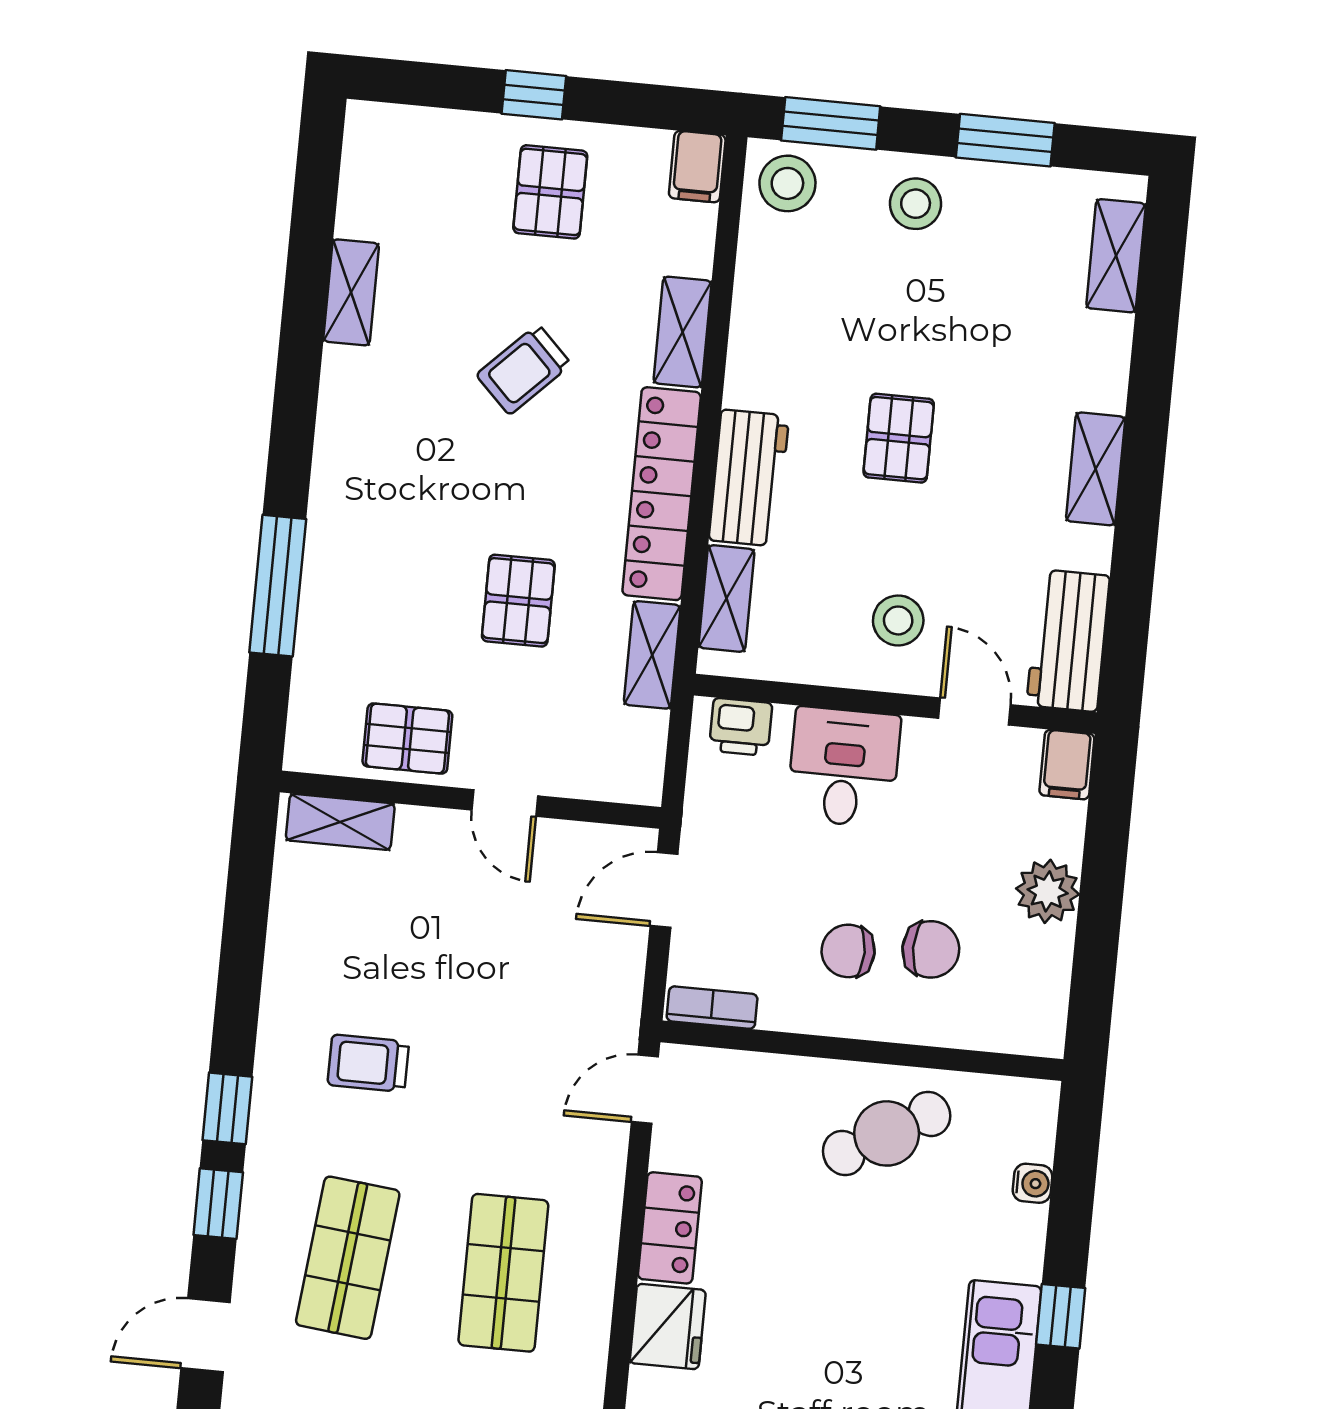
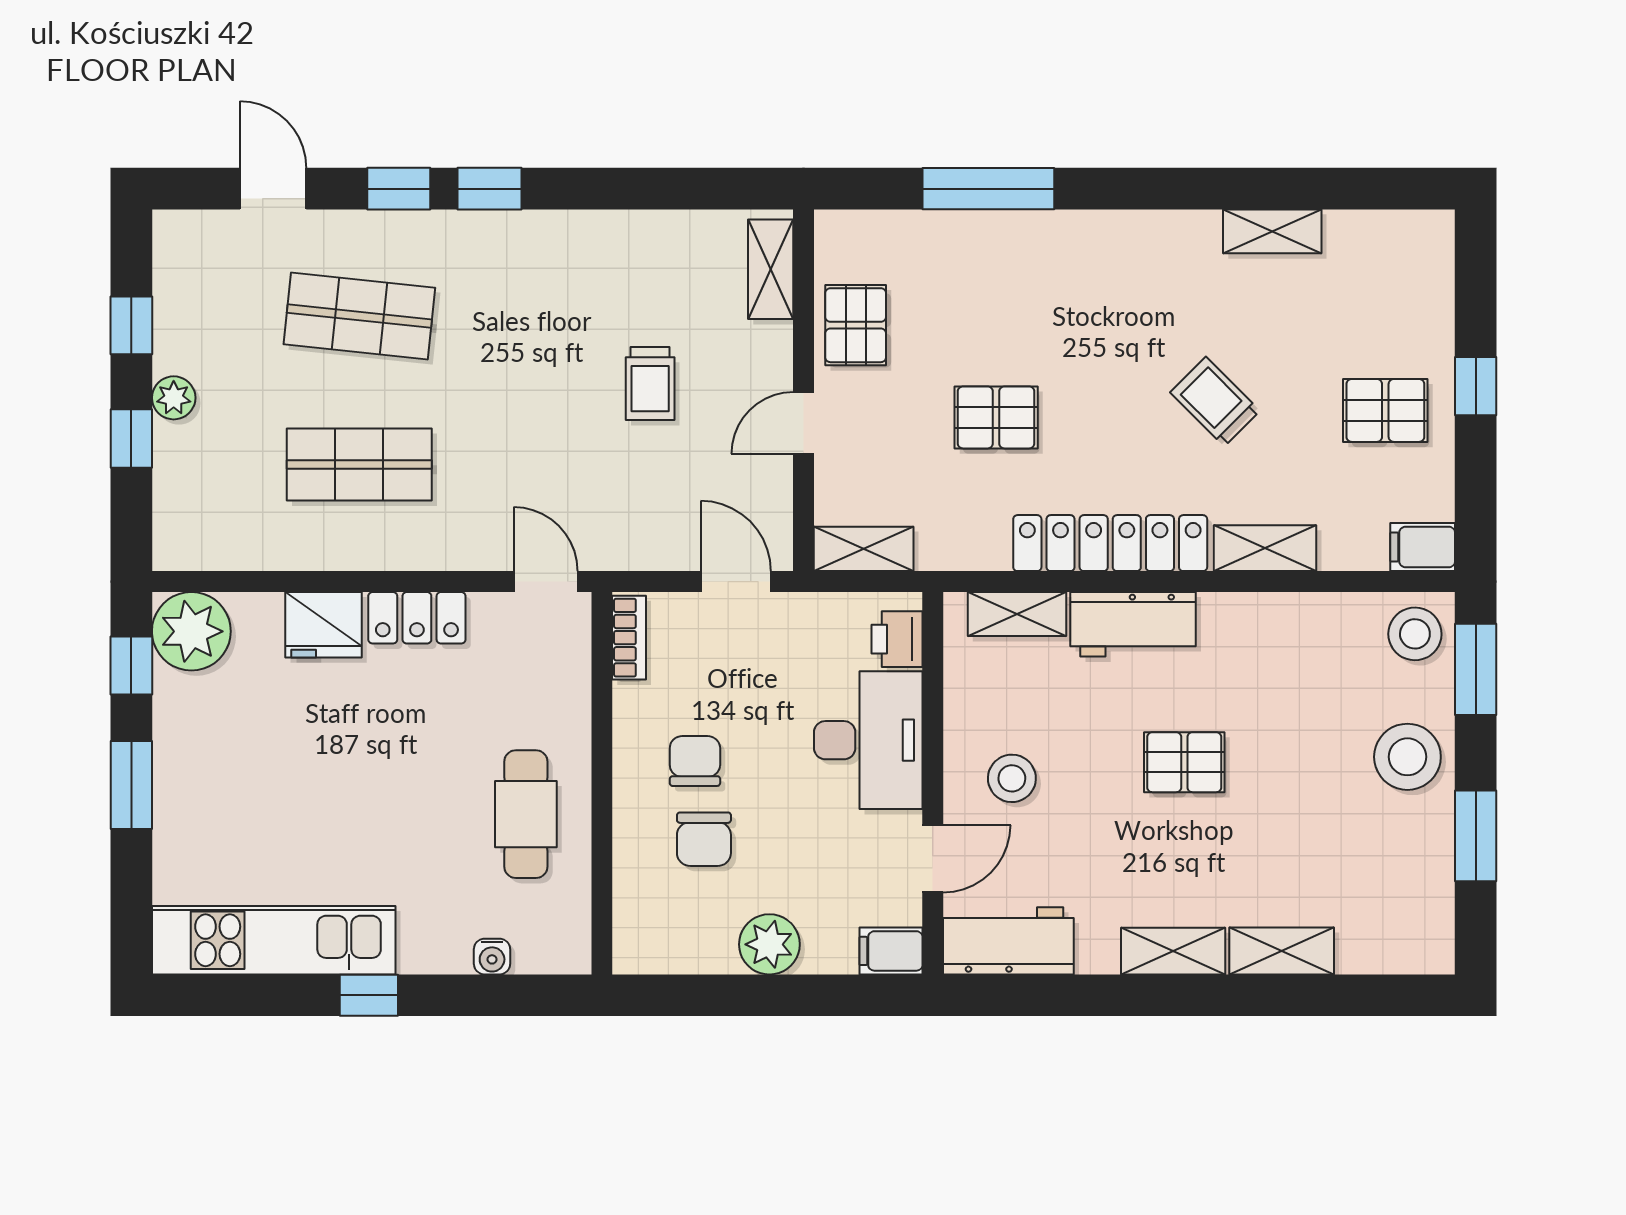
stool: (916, 204) -> (1407, 757), width x1.38, depth x1.38
shelving: (1116, 256) -> (1282, 951), moved
shelving: (652, 655) -> (864, 549), moved
desk: (844, 767) -> (868, 740), width x1.37
trolley: (368, 1063) -> (650, 384), moved, turned 180
cafe table: (887, 1133) -> (526, 814), turned 30

